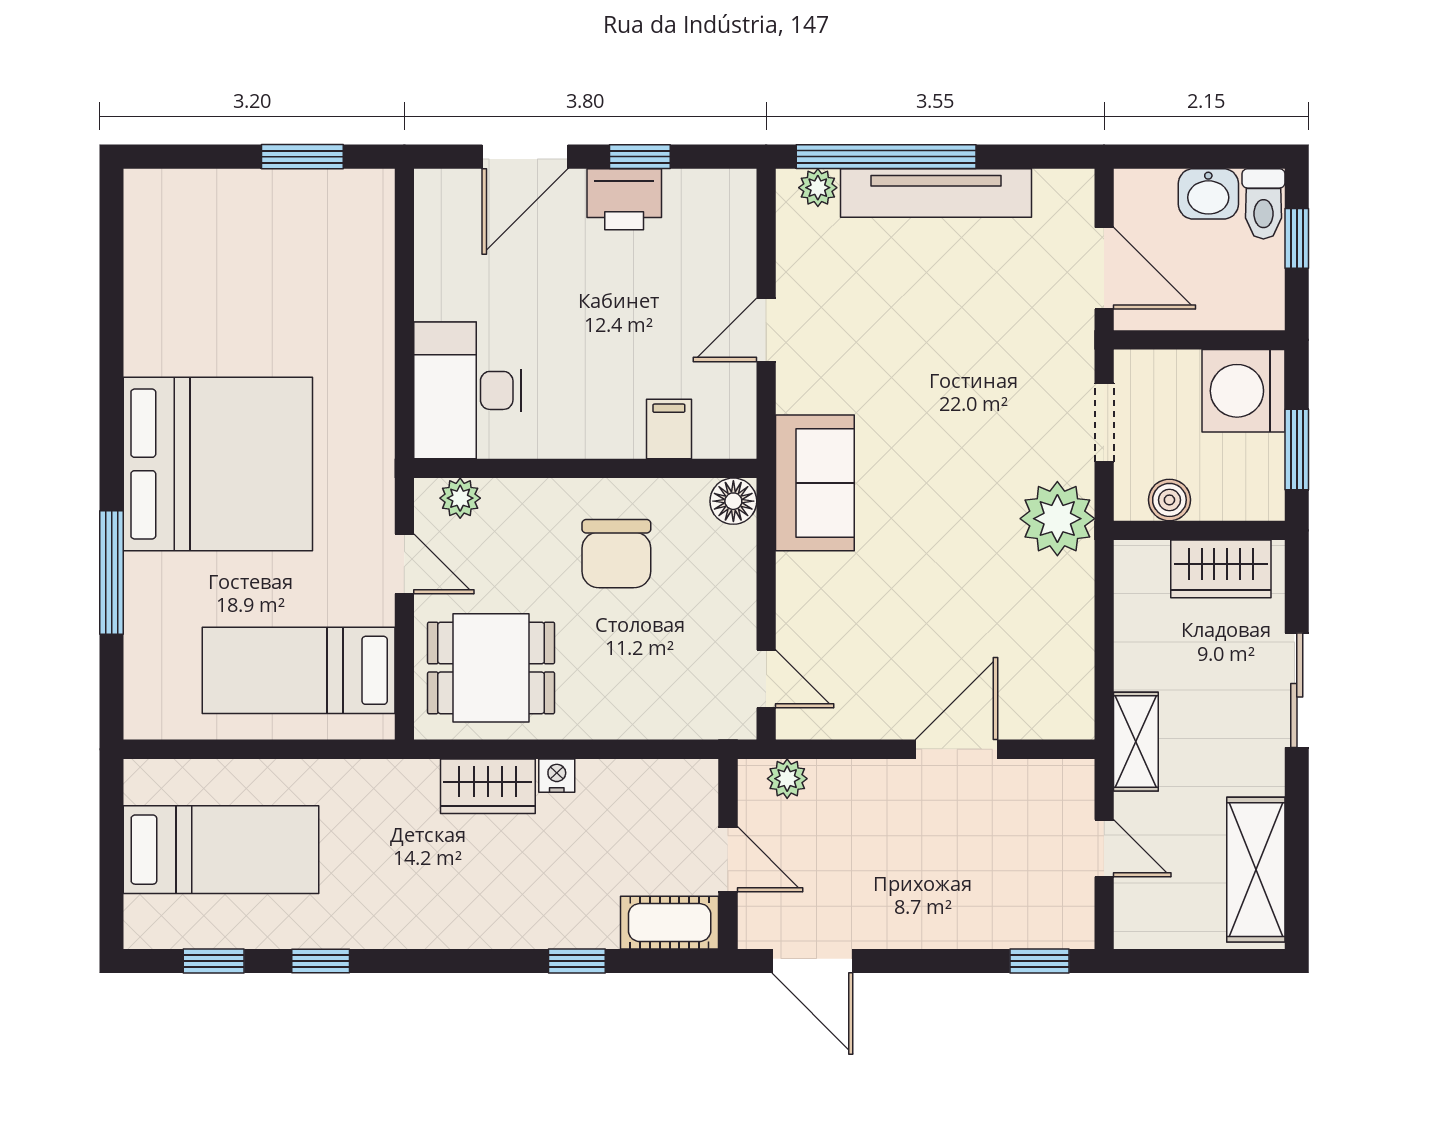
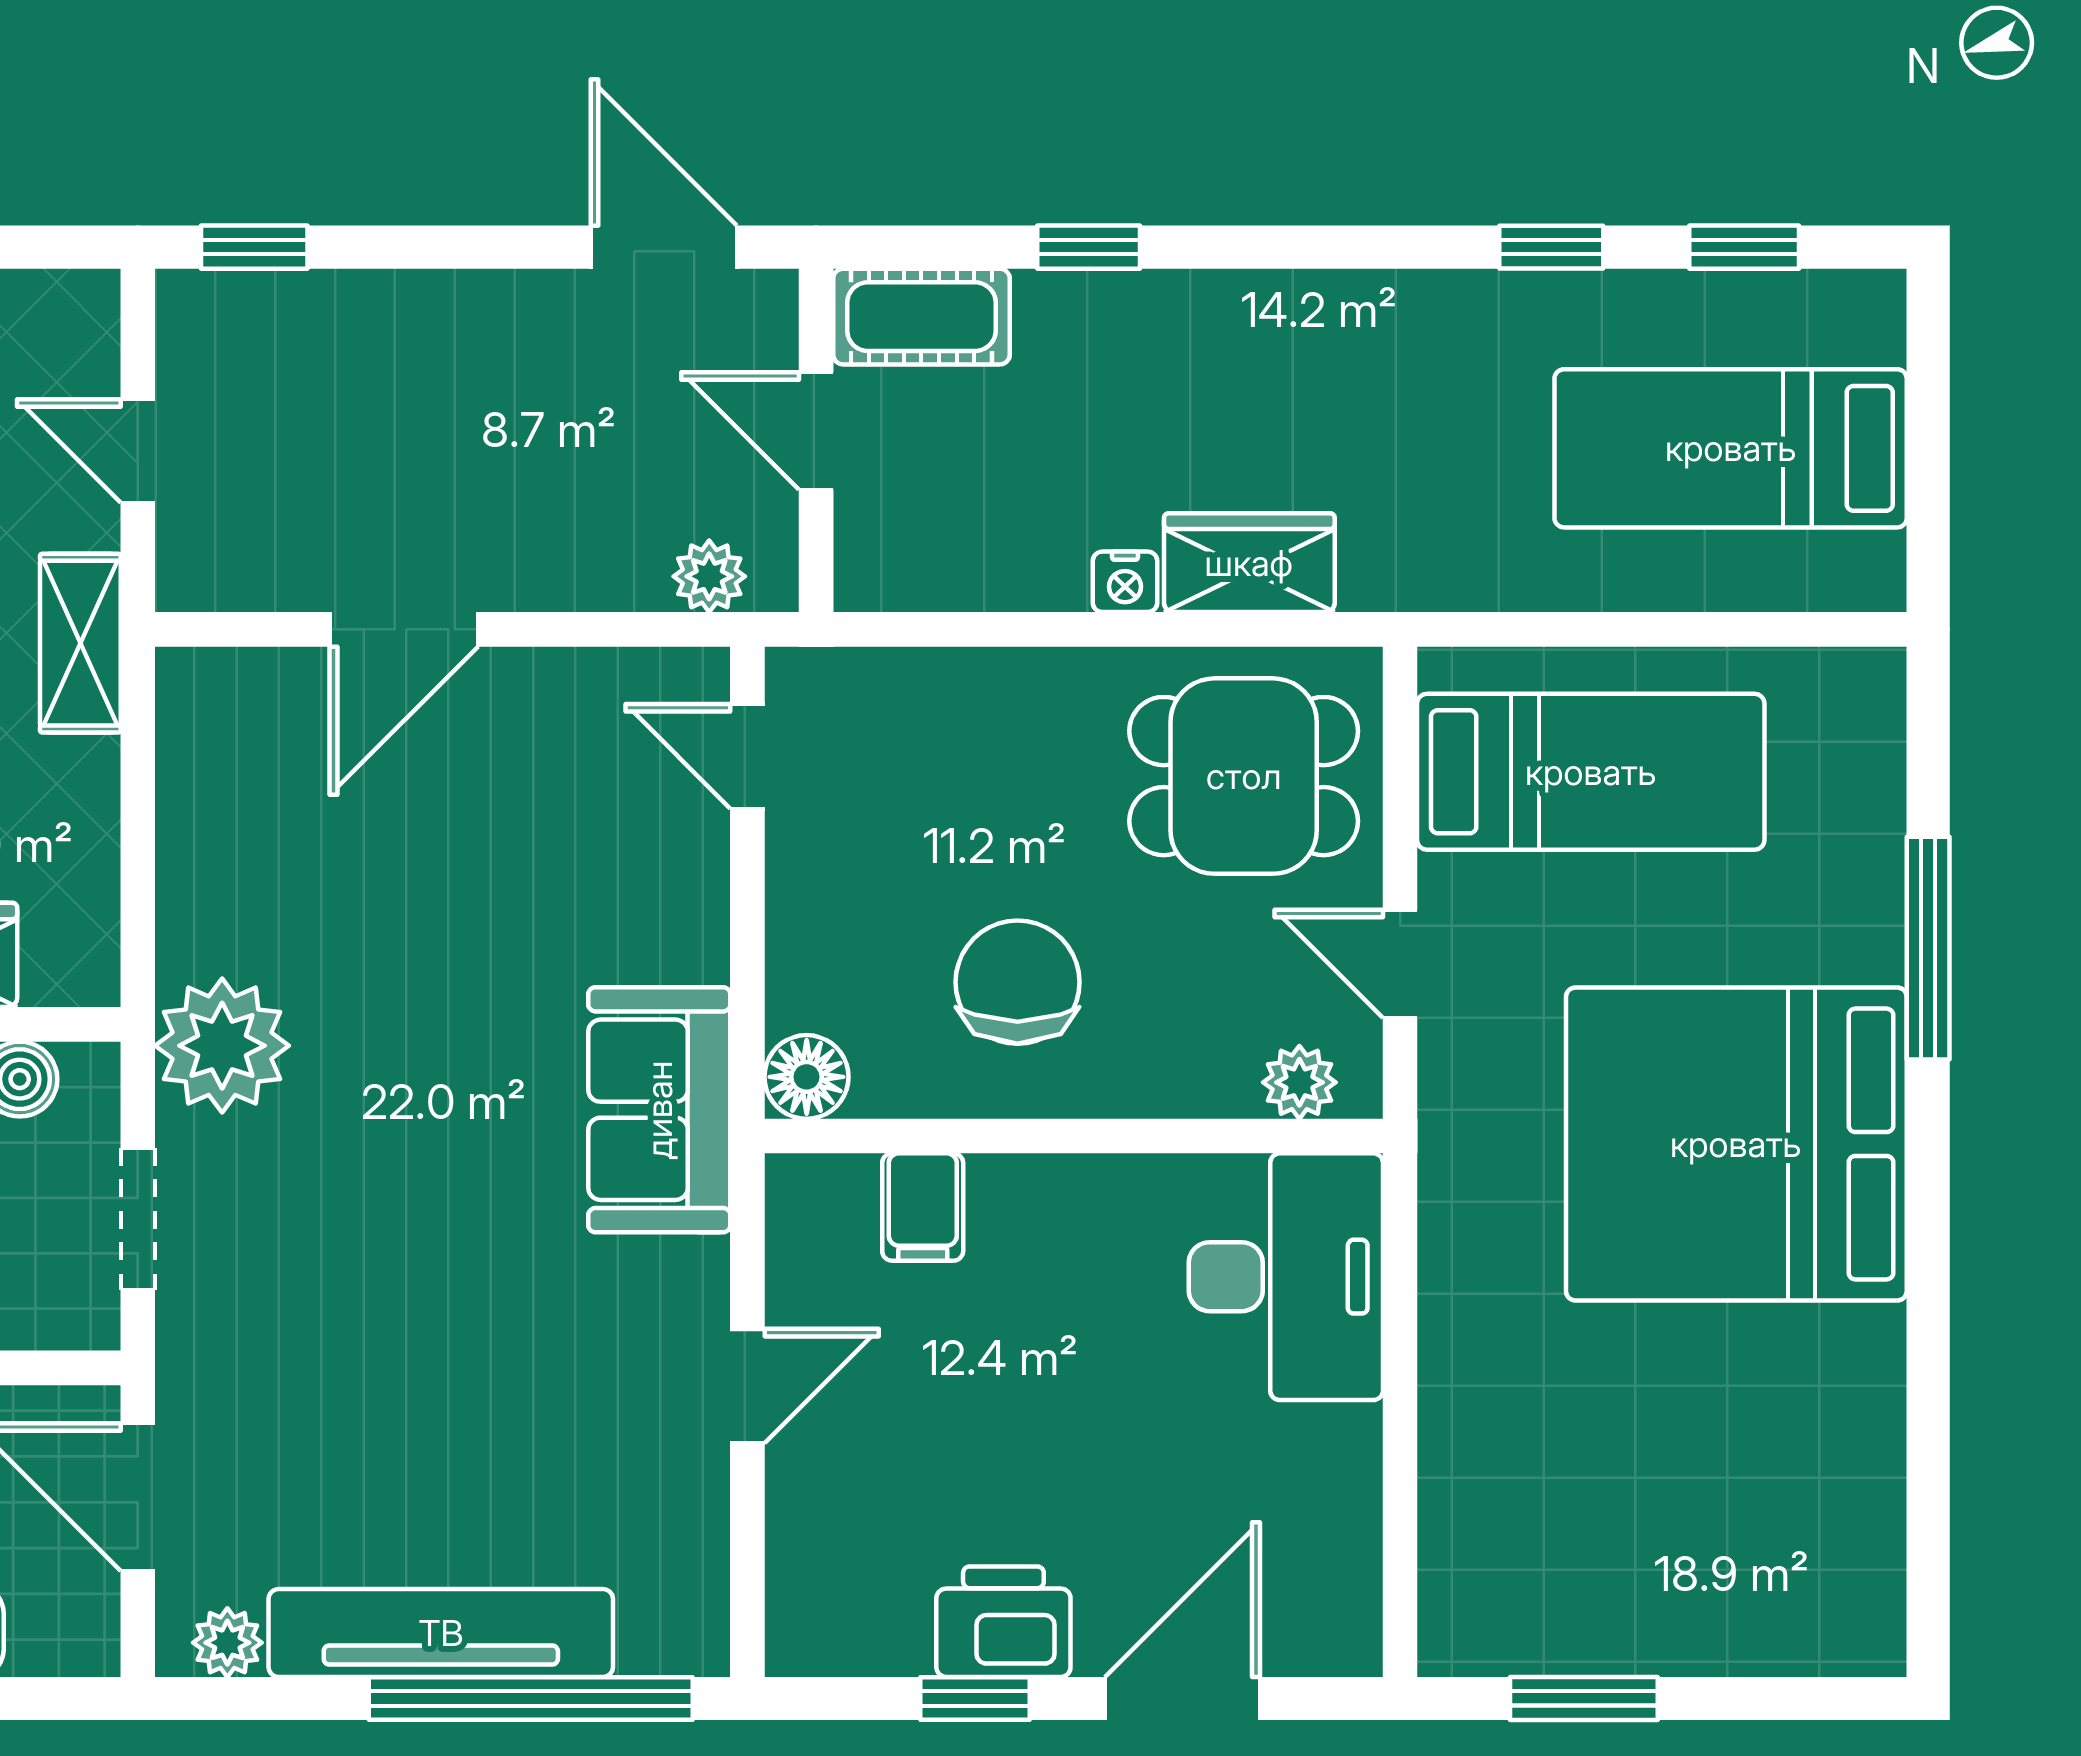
plant: (818, 188) -> (227, 1643), moved

